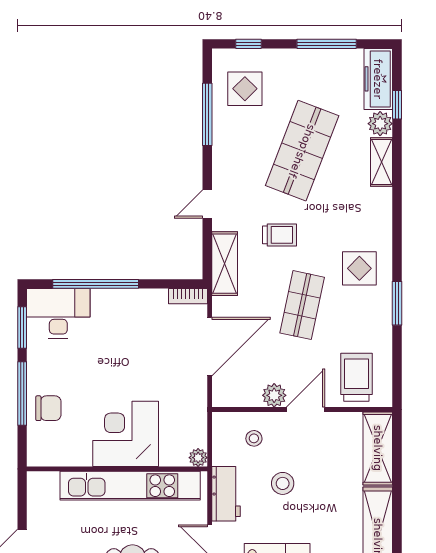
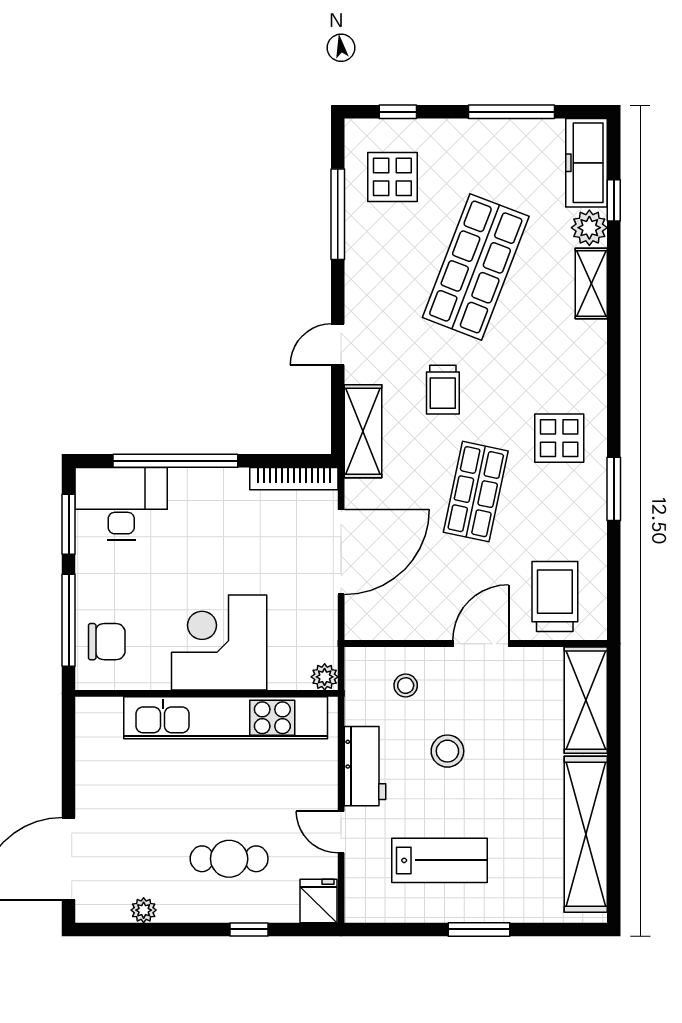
trolley: (279, 235) -> (443, 390), turned 90
bookcase: (188, 296) -> (294, 479), width x1.56
plant: (274, 395) -> (435, 623), removed
corner desk: (126, 434) -> (219, 643), moved
plant: (198, 458) -> (325, 677), moved
wall: (117, 469) -> (207, 693), moved
kitchen unit: (130, 486) -> (226, 718), moved

